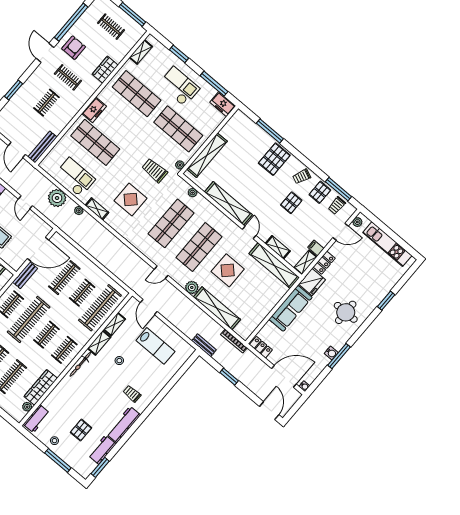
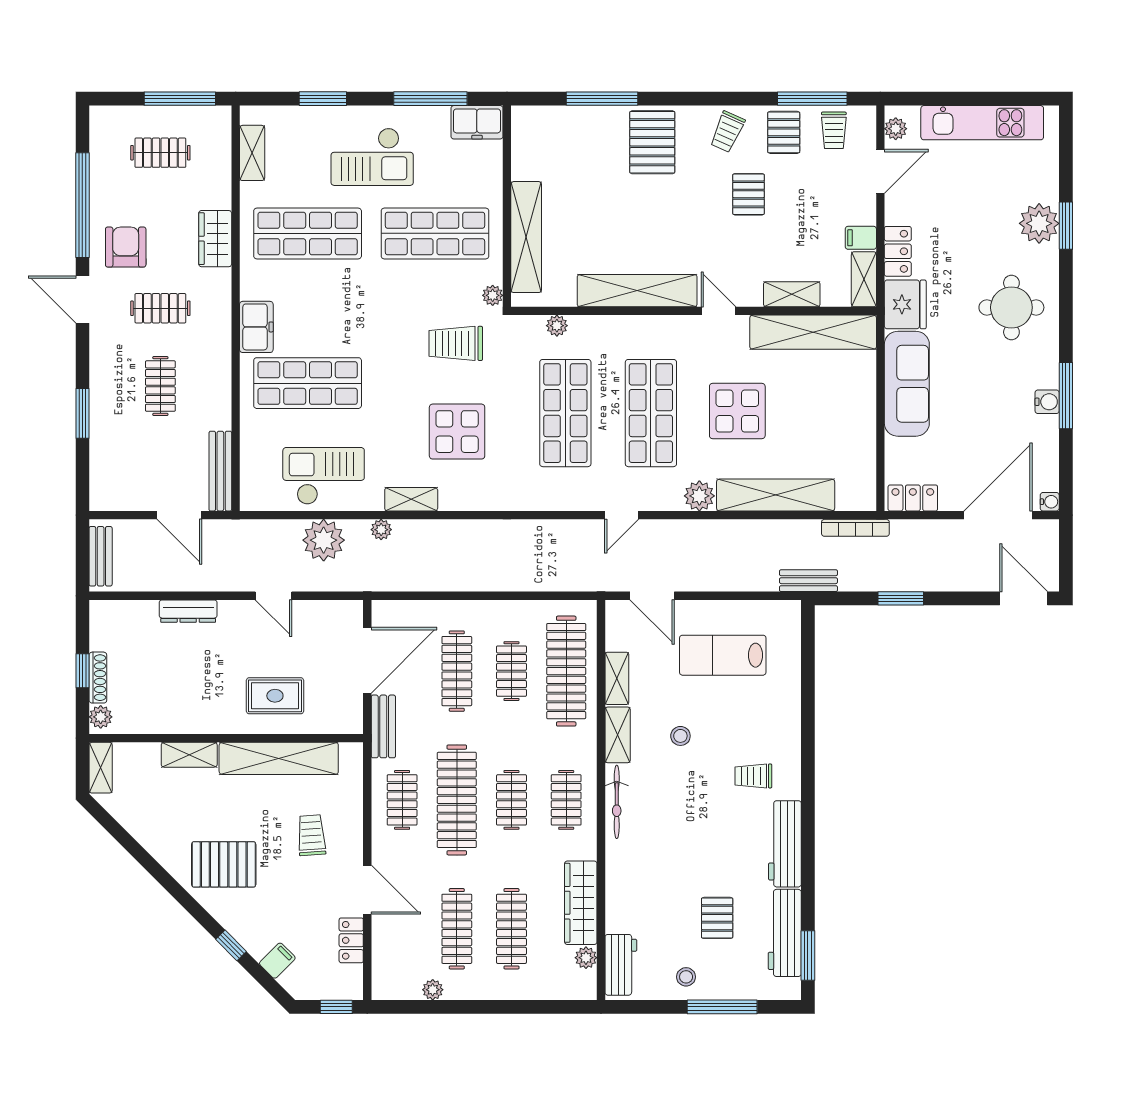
checkout: (179, 86) -> (372, 157), turned 180
plant: (378, 293) -> (1039, 223), added
lab bench: (155, 346) -> (723, 655), turned 180
workbench: (102, 450) -> (785, 933), width x1.37

